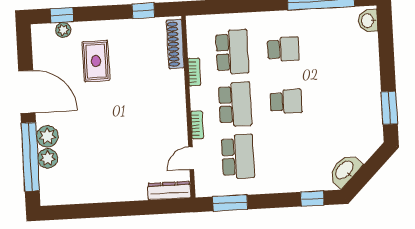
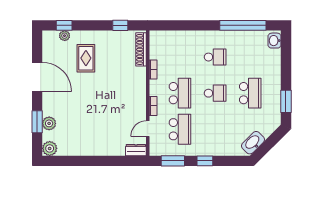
school desk: (232, 52) -> (250, 93), moved
plant: (47, 136) -> (50, 148), moved
window: (30, 157) -> (37, 122), width x0.47
dresser: (169, 191) -> (136, 150), width x0.70
window: (312, 199) -> (205, 161), moved

